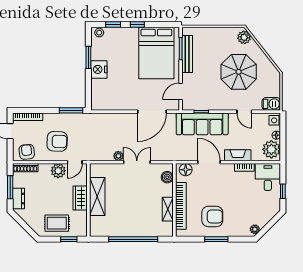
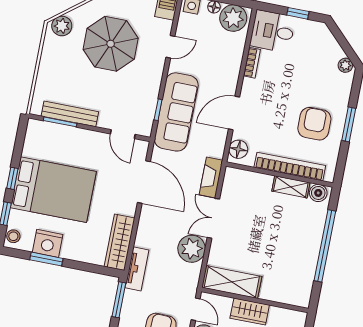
bed: (156, 53) -> (53, 190), moved
nightstand: (99, 69) -> (48, 243), moved
wardrobe: (109, 103) -> (120, 242), added
tv unit: (94, 118) -> (137, 269), added
fireplace: (238, 155) -> (211, 178), moved
plant: (118, 156) -> (192, 249), width x1.88, depth x1.88
boiler: (167, 177) -> (318, 193), moved
shelving: (97, 197) -> (232, 282), moved

